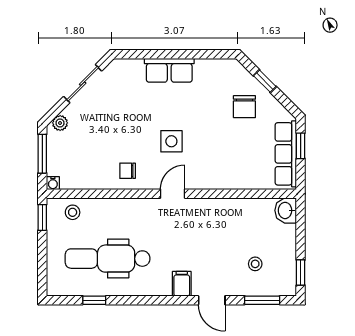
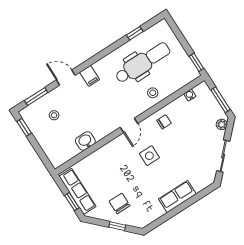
water cooler: (53, 183) -> (190, 95), moved
washbasin: (286, 210) -> (85, 141), moved, turned -90
stool: (73, 212) -> (153, 93), moved

